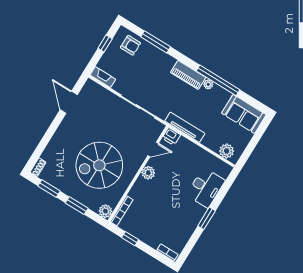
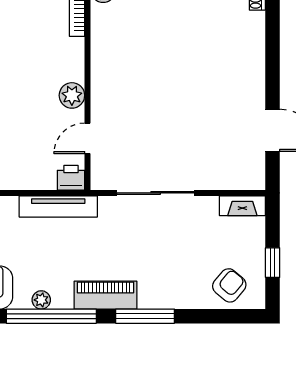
window: (156, 42) -> (145, 316), moved
armchair: (130, 45) -> (229, 285), turned 130
plant: (208, 84) -> (41, 300), moved
spiral stairs: (99, 165) -> (159, 58), removed

